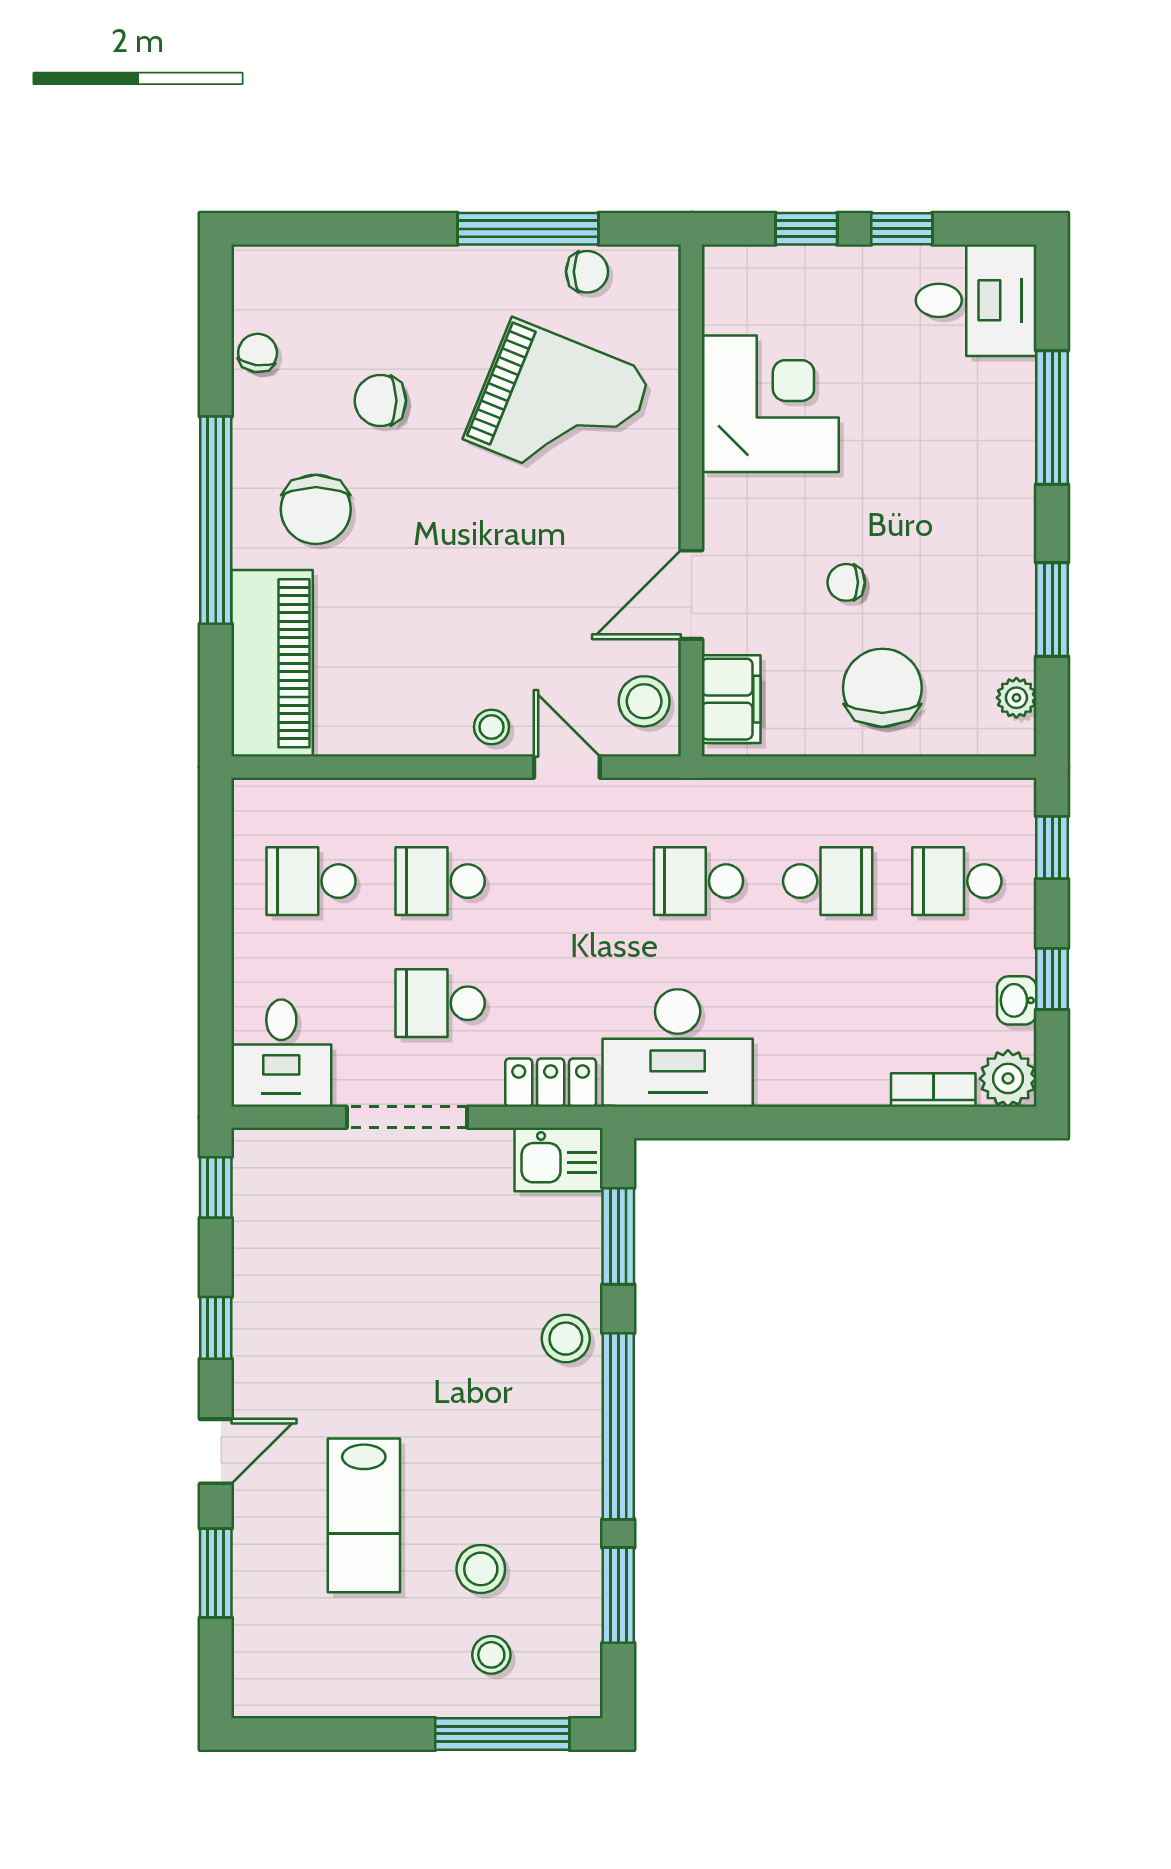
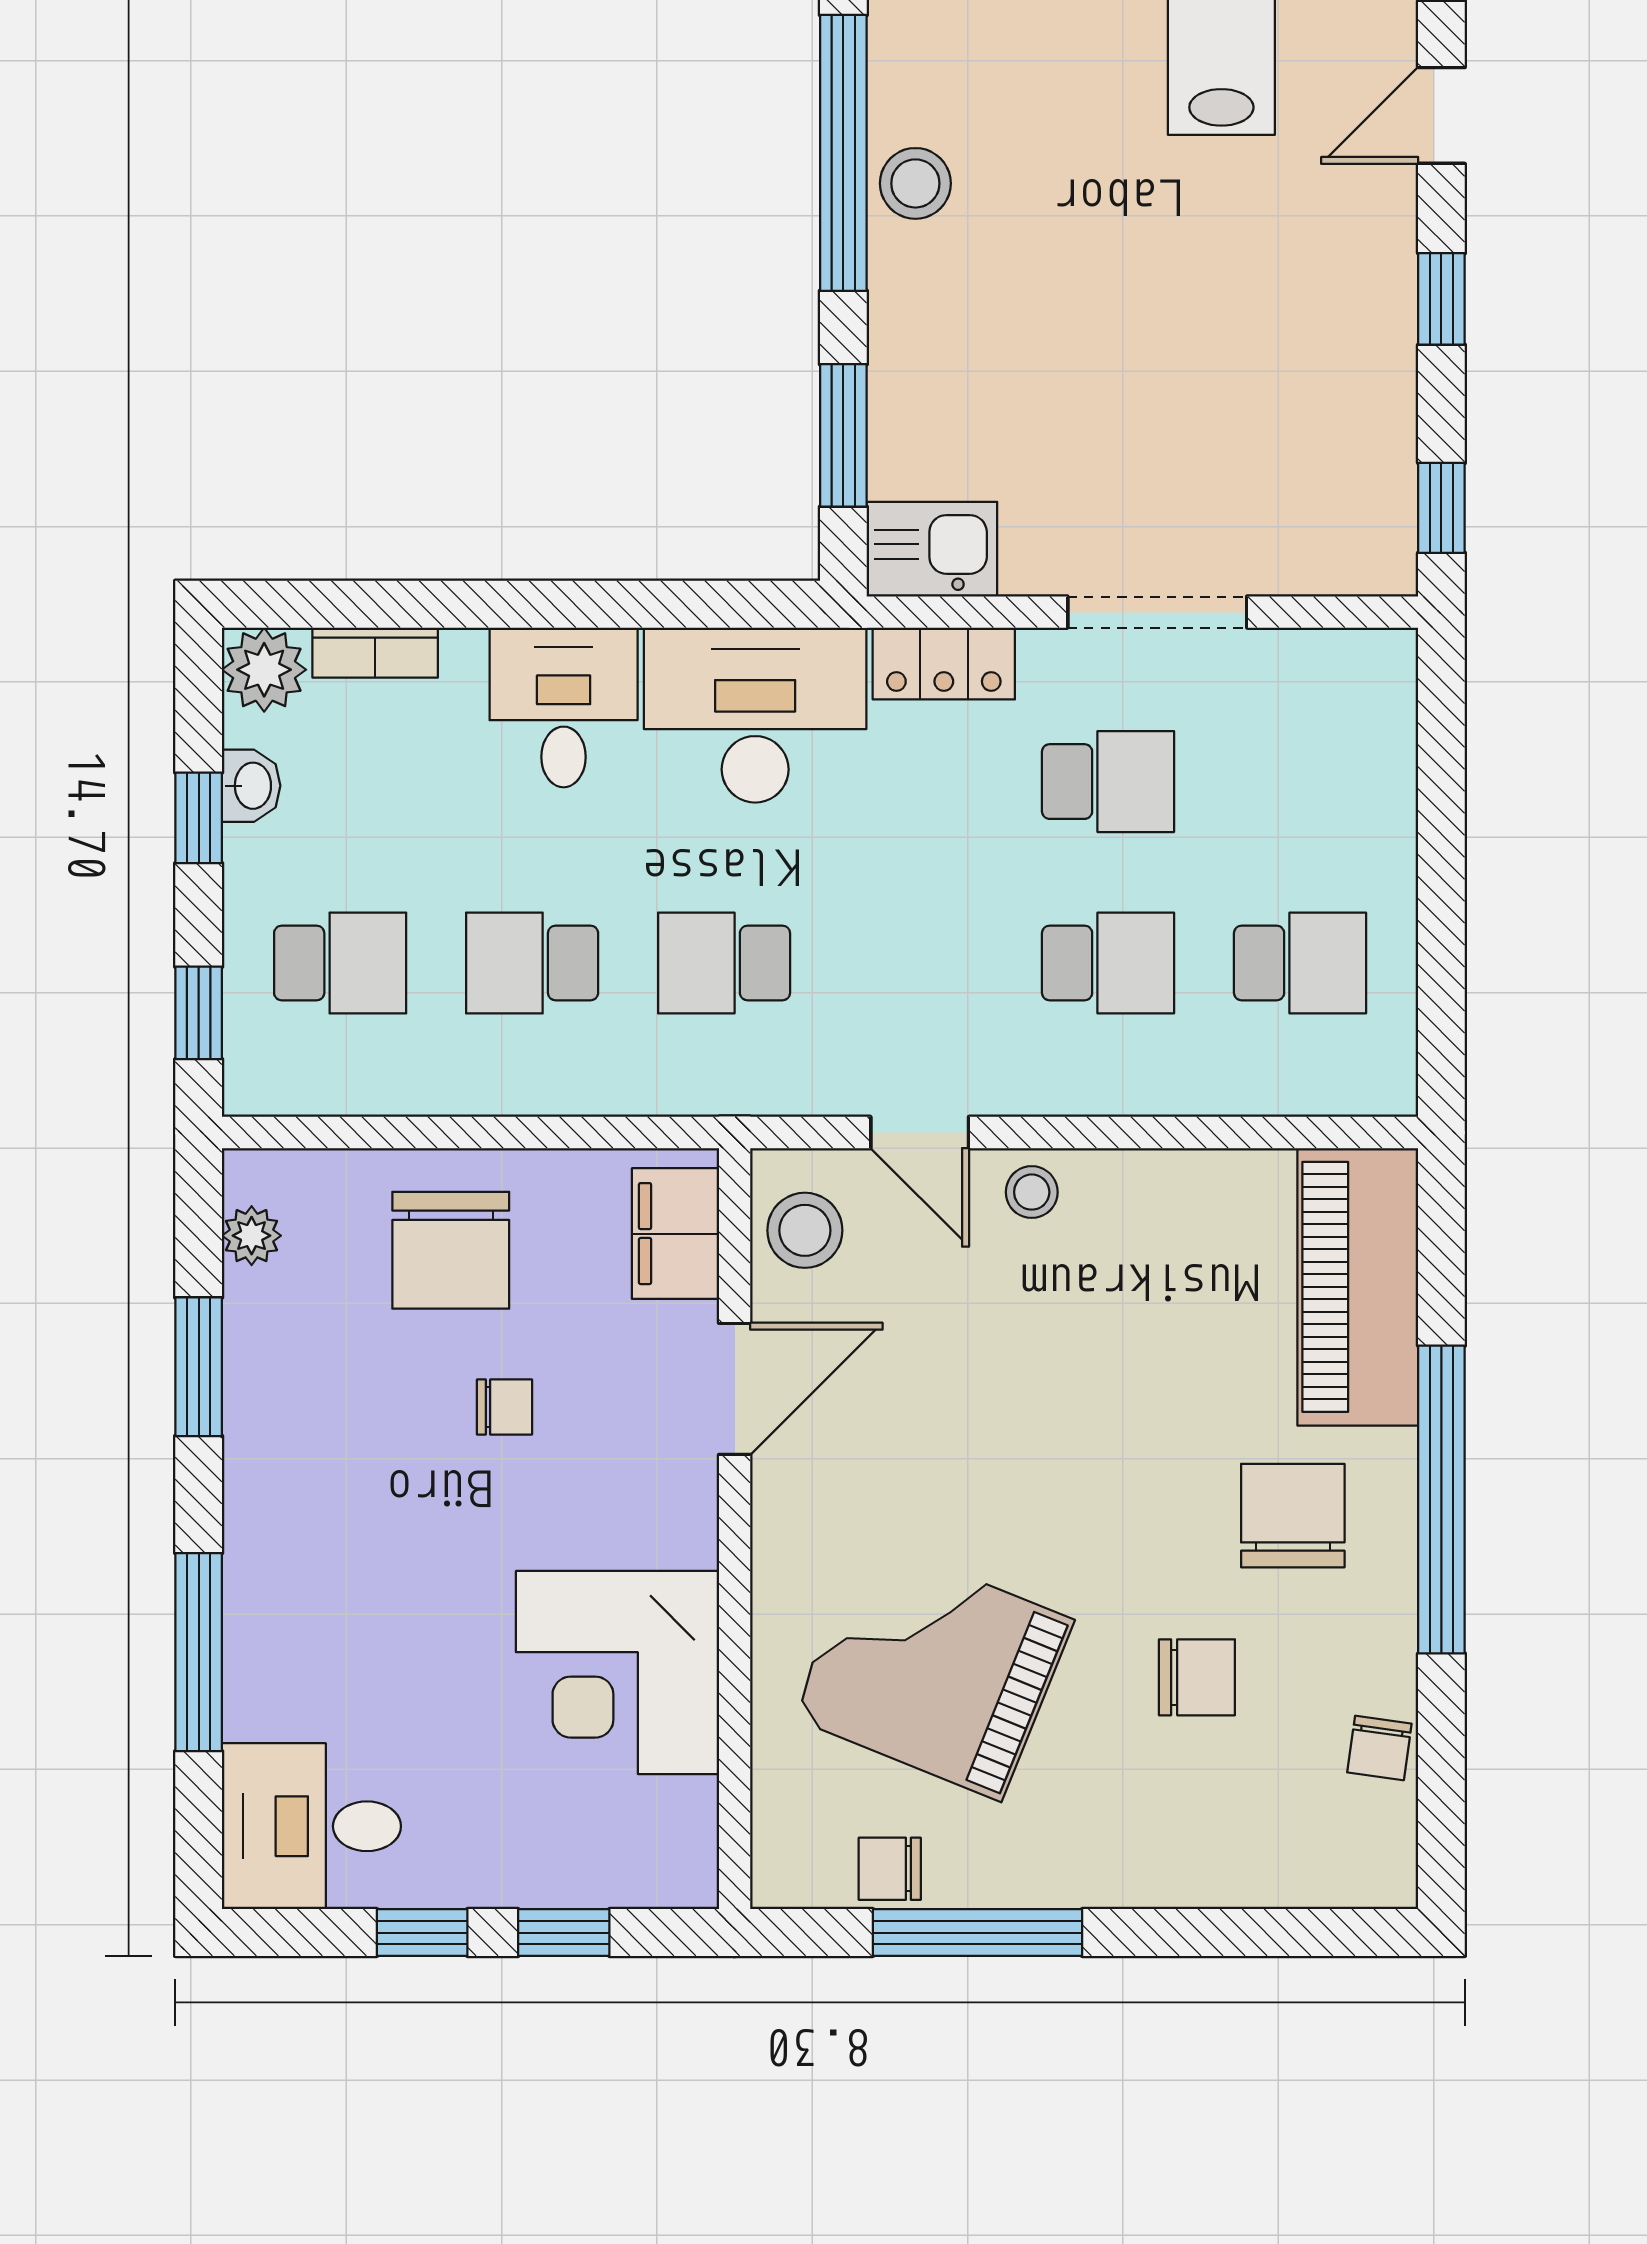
school desk: (698, 881) -> (724, 963), turned 180
desk: (281, 1053) -> (564, 707), moved
stool: (566, 1339) -> (915, 183), moved

